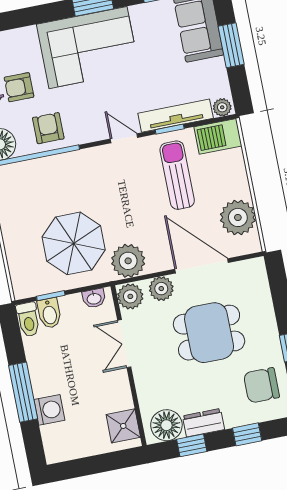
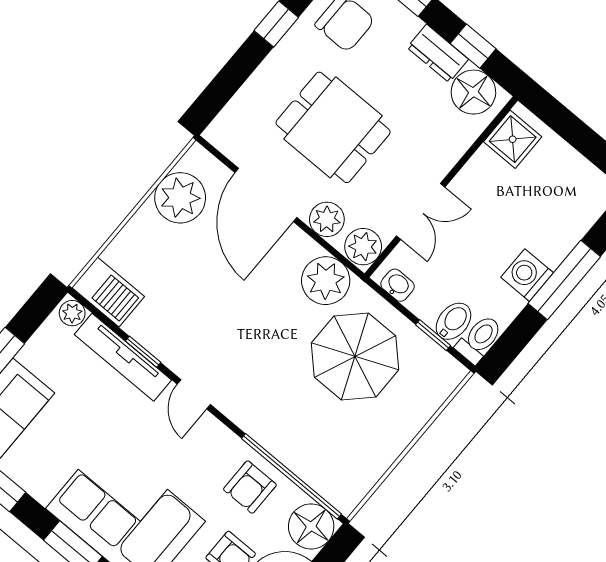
sun lounger: (177, 175) -> (187, 303), removed
washing machine: (49, 410) -> (527, 275), moved

